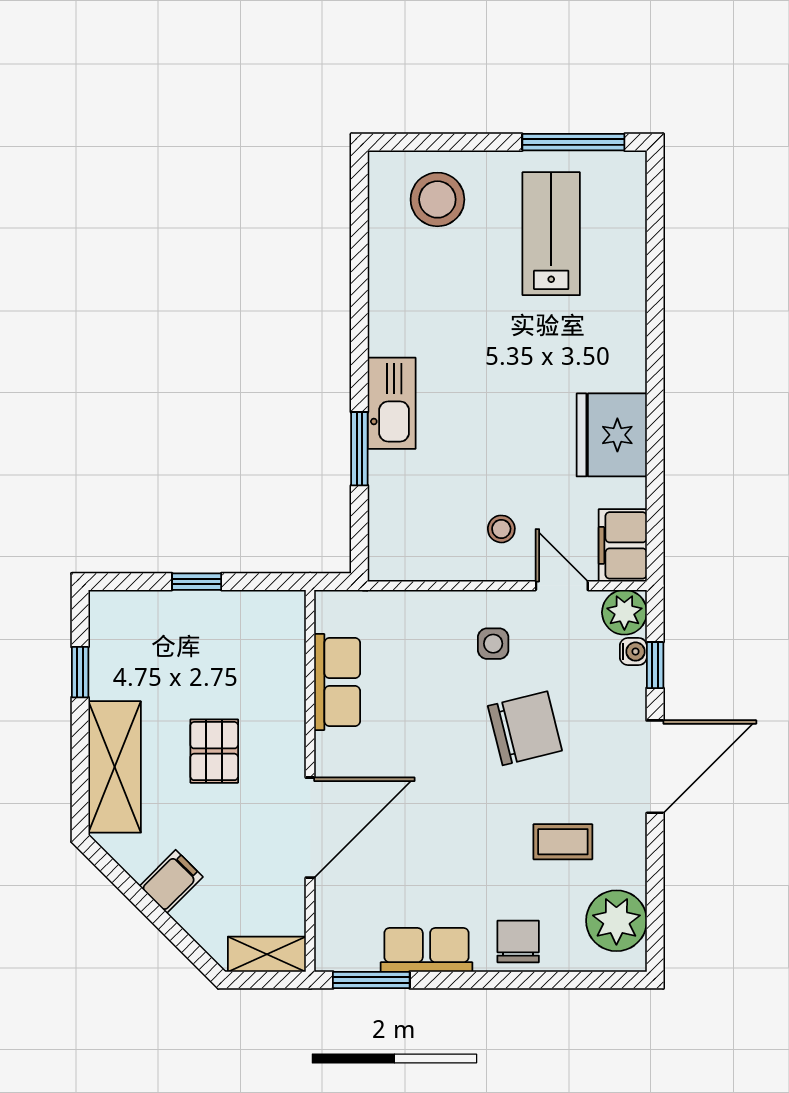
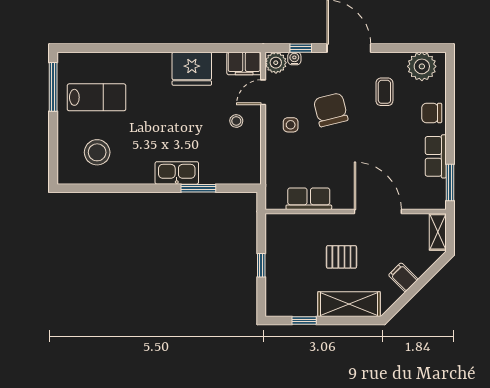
stool: (437, 199) -> (97, 152), moved
lab bench: (551, 234) -> (96, 97), turned 180

